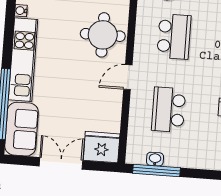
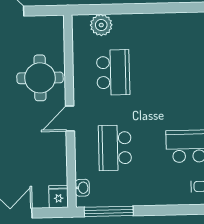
fridge: (102, 147) -> (59, 197), width x0.53, depth x0.75
washbasin: (155, 159) -> (82, 188), moved, turned 90

